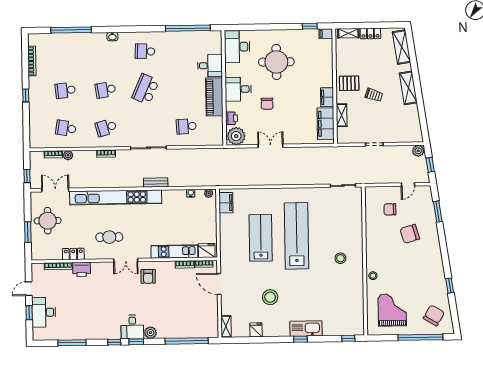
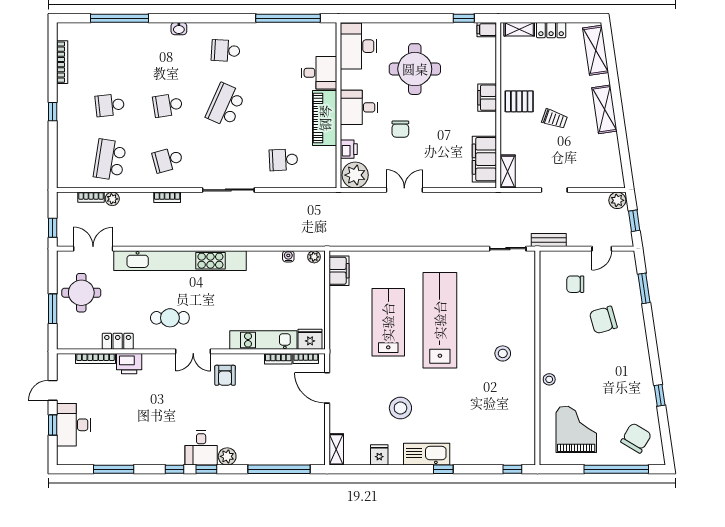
filing cabinet: (327, 97) -> (487, 98), moved
shelving: (342, 115) -> (508, 172), moved
school desk: (66, 128) -> (110, 160), width x1.85
bench: (156, 183) -> (549, 240), moved
kitchen sink: (306, 329) -> (427, 454), moved

